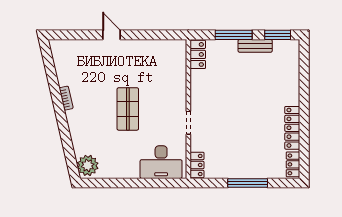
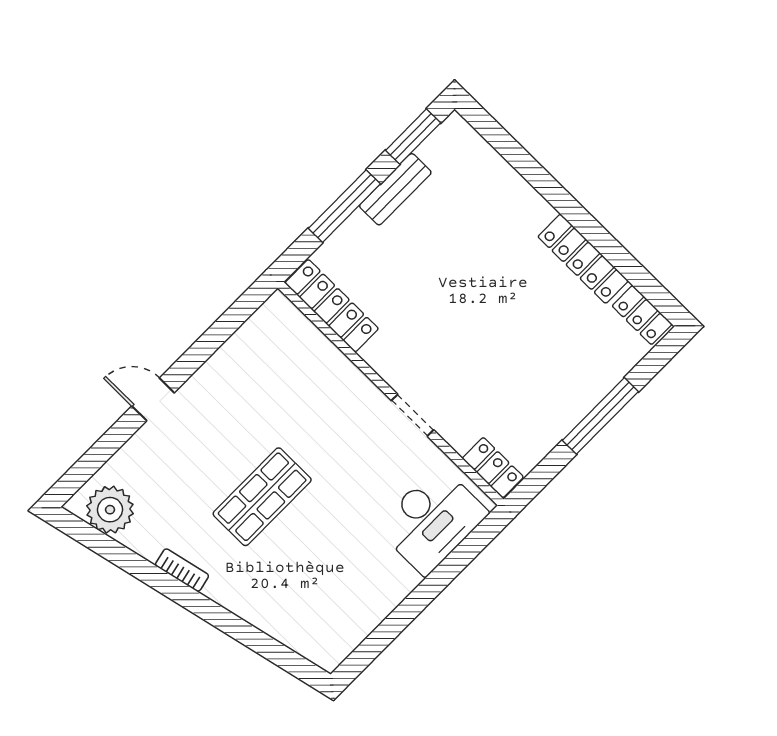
locker: (198, 54) -> (332, 306), width x1.53
shop shelf: (128, 109) -> (262, 497), moved, turned 90
plant: (88, 165) -> (110, 510), moved

